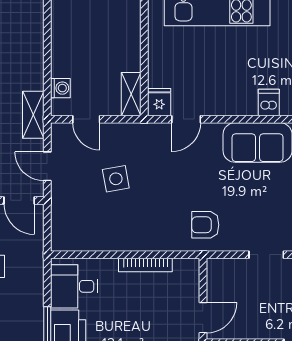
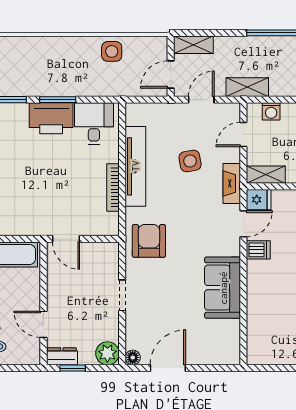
dishwasher: (269, 102) -> (258, 250), moved
door: (186, 119) -> (243, 224), swing flipped
fireplace: (141, 132) -> (232, 183), added
armchair: (205, 225) -> (149, 241), width x1.38, depth x1.38
tv unit: (122, 240) -> (135, 166), added

